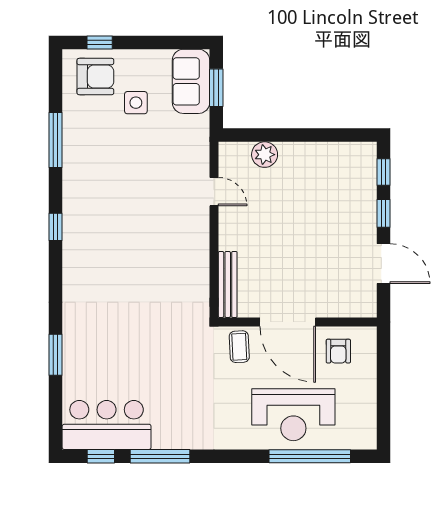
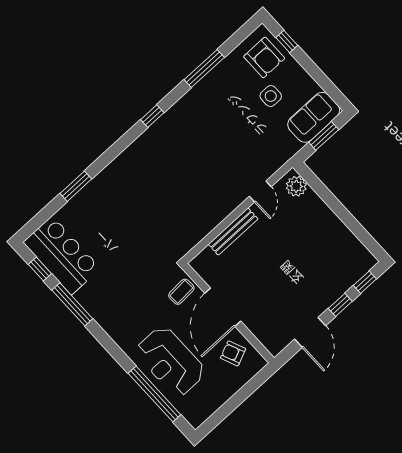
plant: (265, 155) -> (296, 186), moved
bench: (228, 284) -> (233, 232), moved
armchair: (338, 351) -> (233, 353), turned 67

